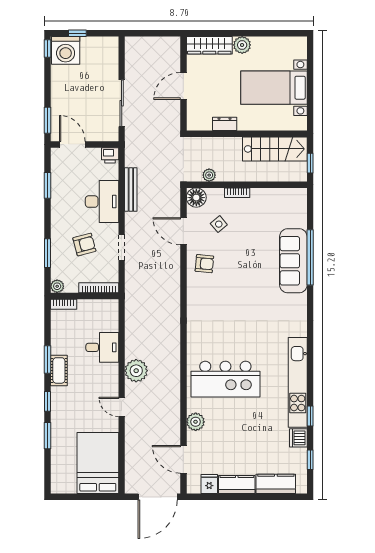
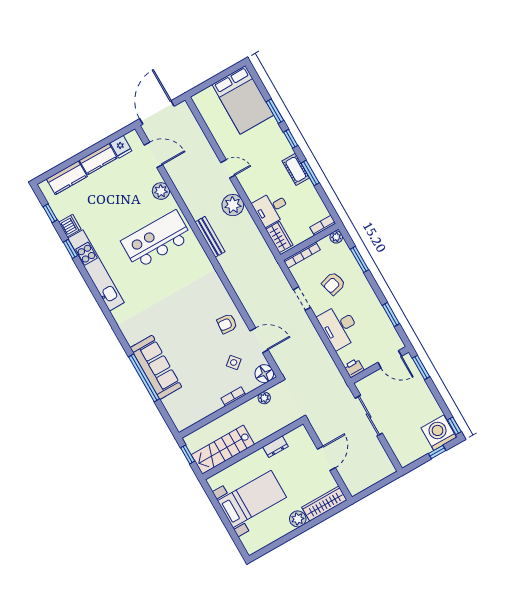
bench: (131, 189) -> (210, 237), moved
wardrobe: (110, 316) -> (279, 237), added
bed: (98, 463) -> (243, 100), moved

